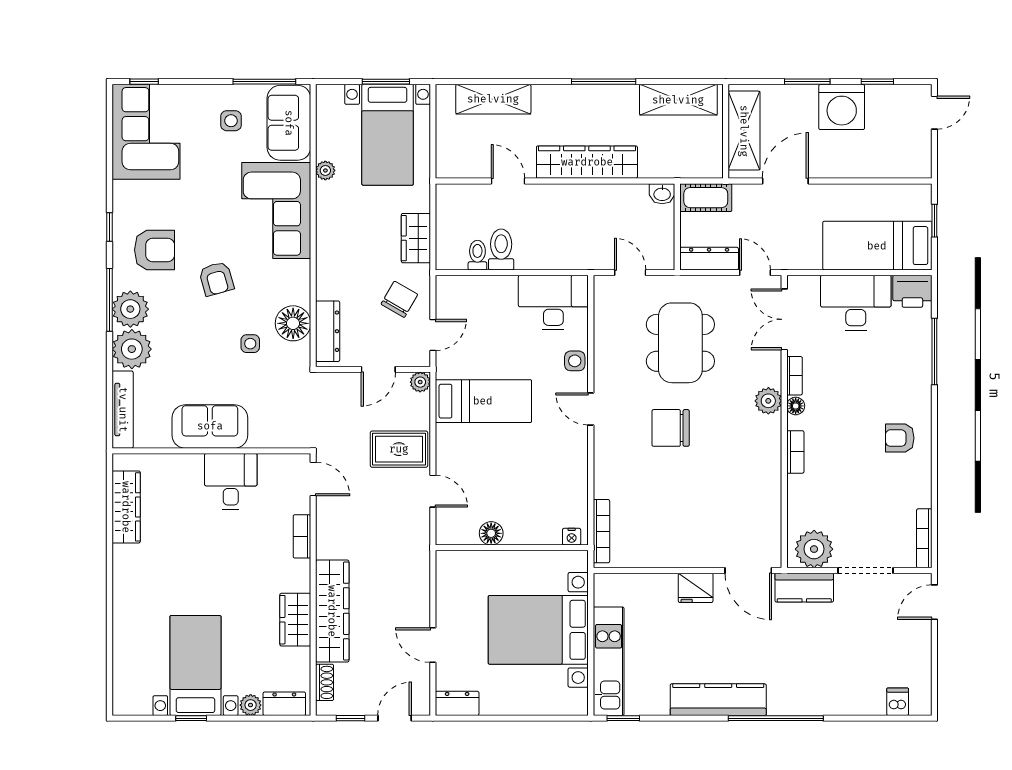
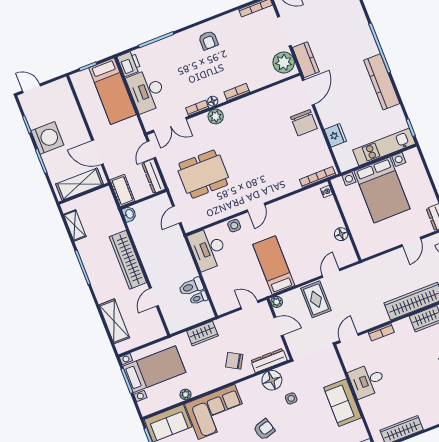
shelving: (678, 100) -> (75, 225), width x0.67, depth x0.75
chair: (399, 299) -> (234, 361), moved
chair: (671, 428) -> (304, 123), moved
fridge: (696, 588) -> (335, 135), moved

